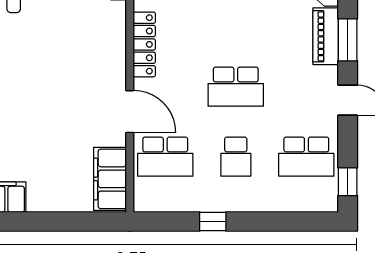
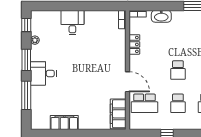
locker: (144, 44) -> (134, 44), width x0.66
school desk: (236, 87) -> (178, 70), width x0.54

